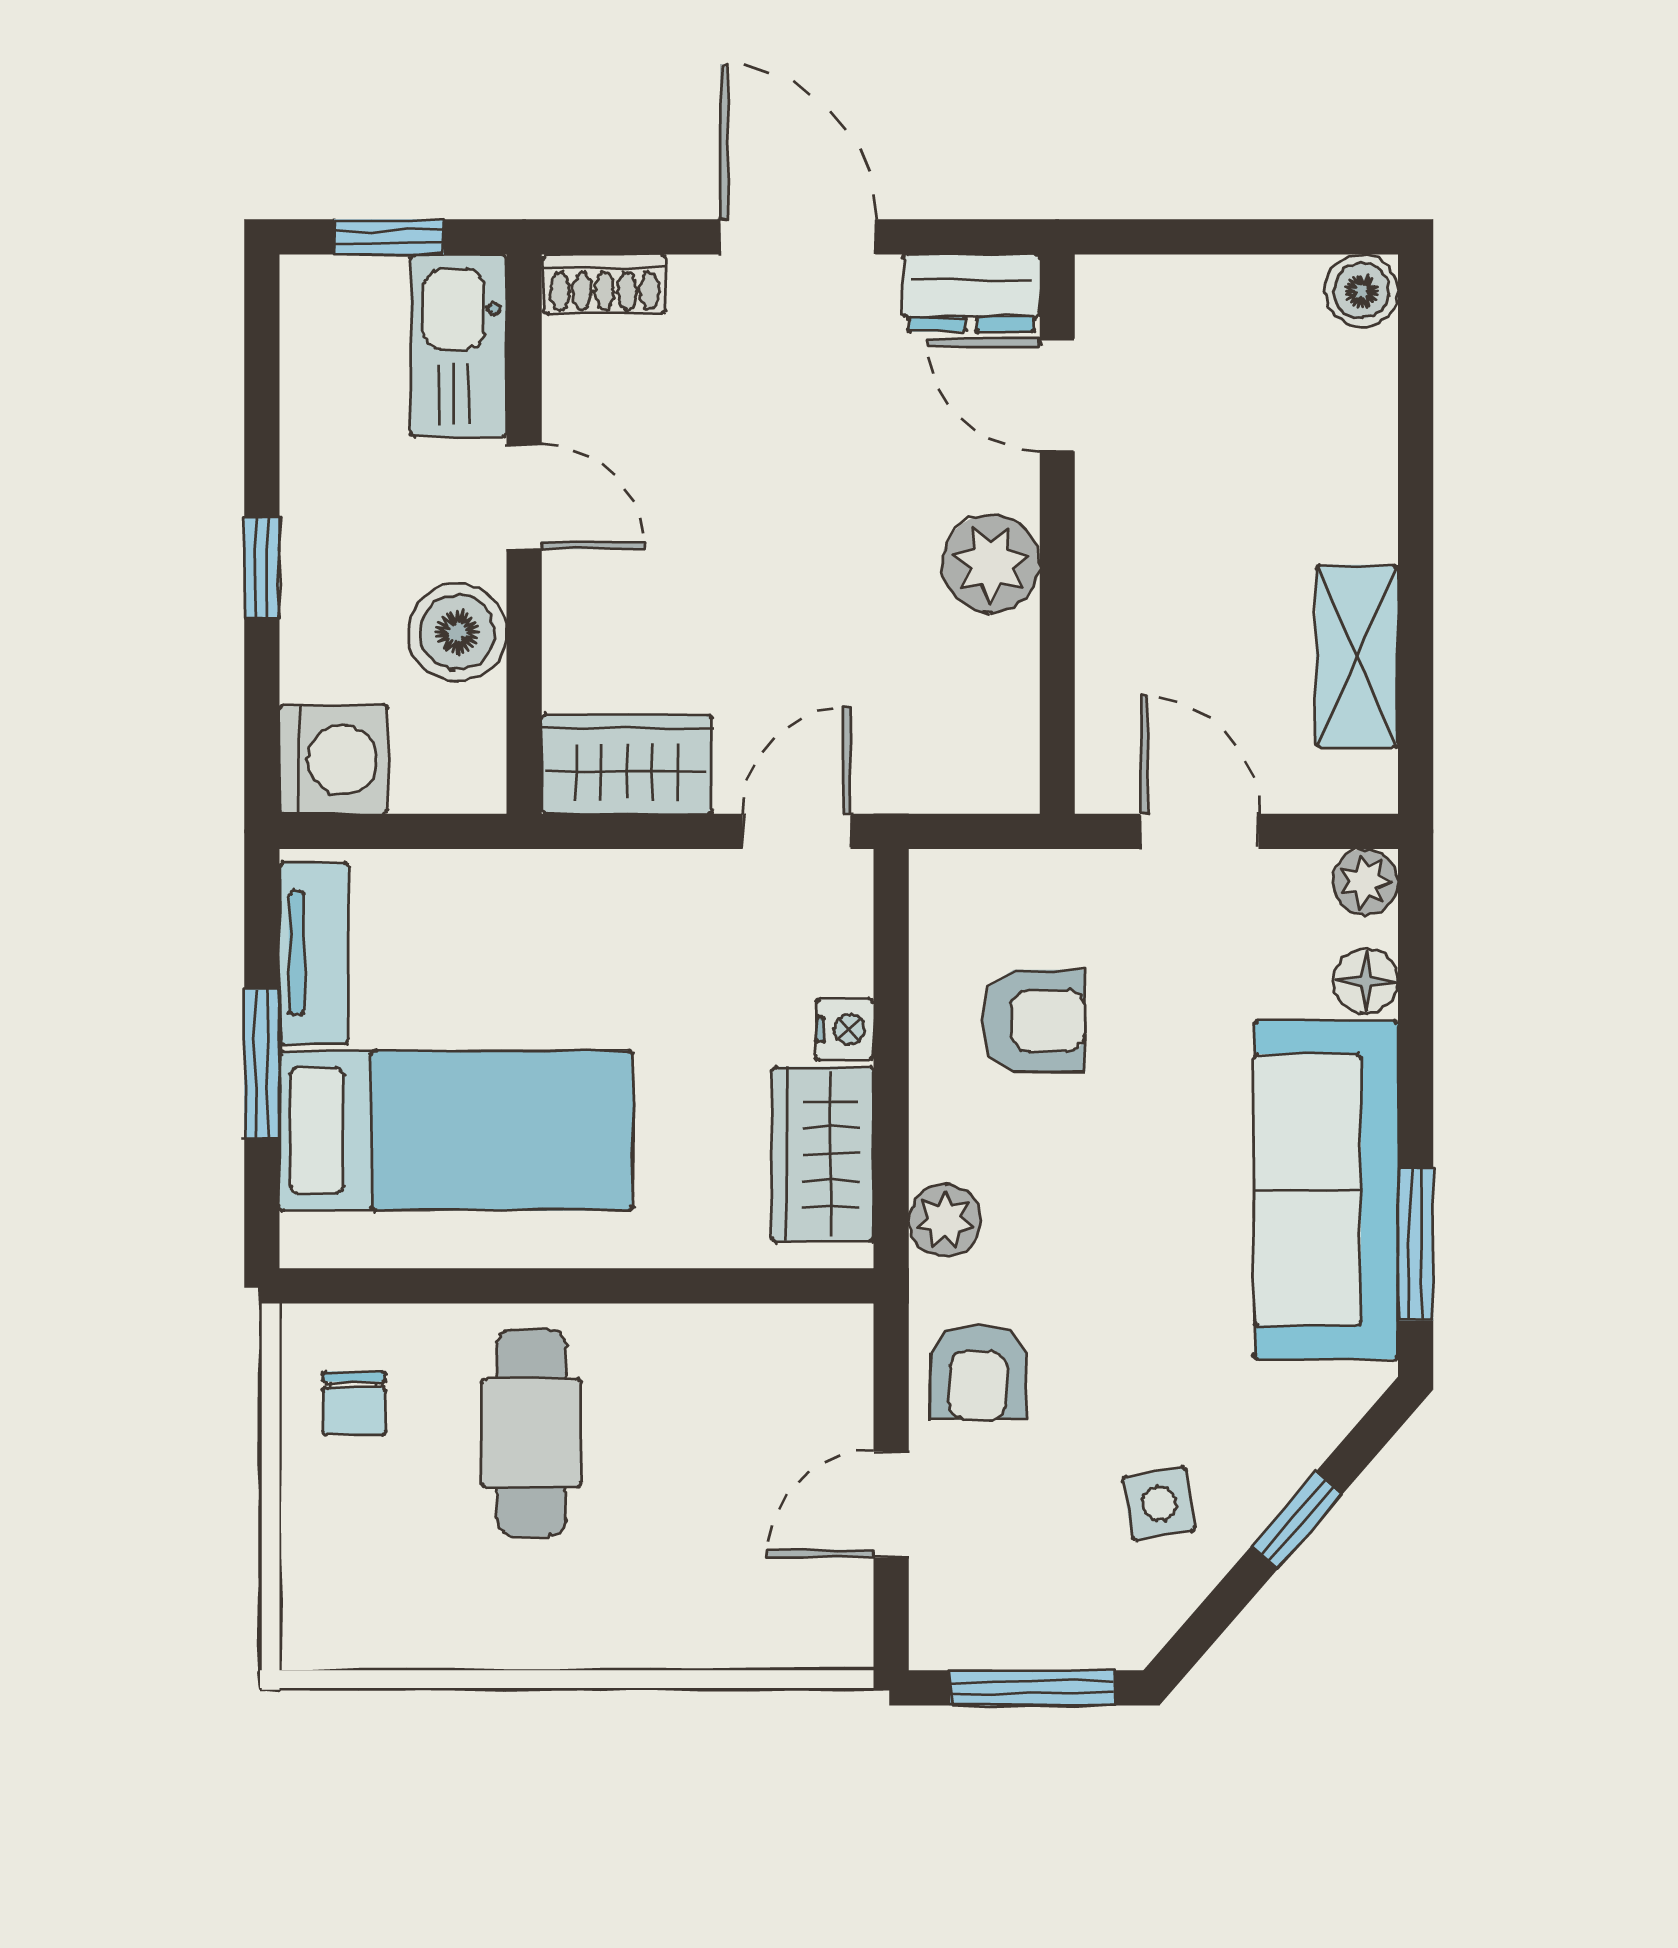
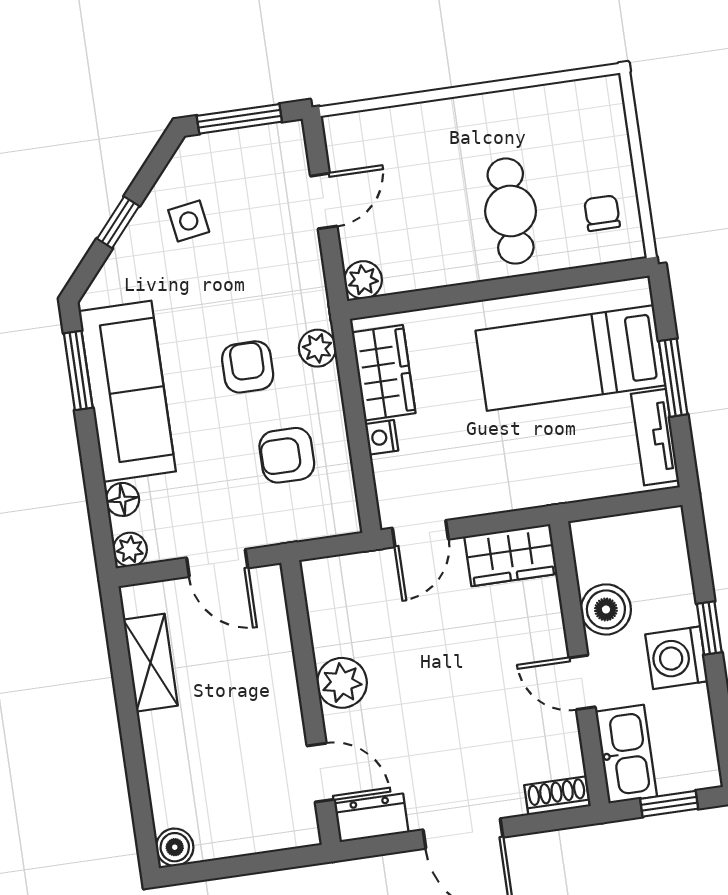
washing machine: (334, 759) -> (677, 658), moved
plant: (837, 1340) -> (363, 280), added
armchair: (978, 1372) -> (248, 367), moved

